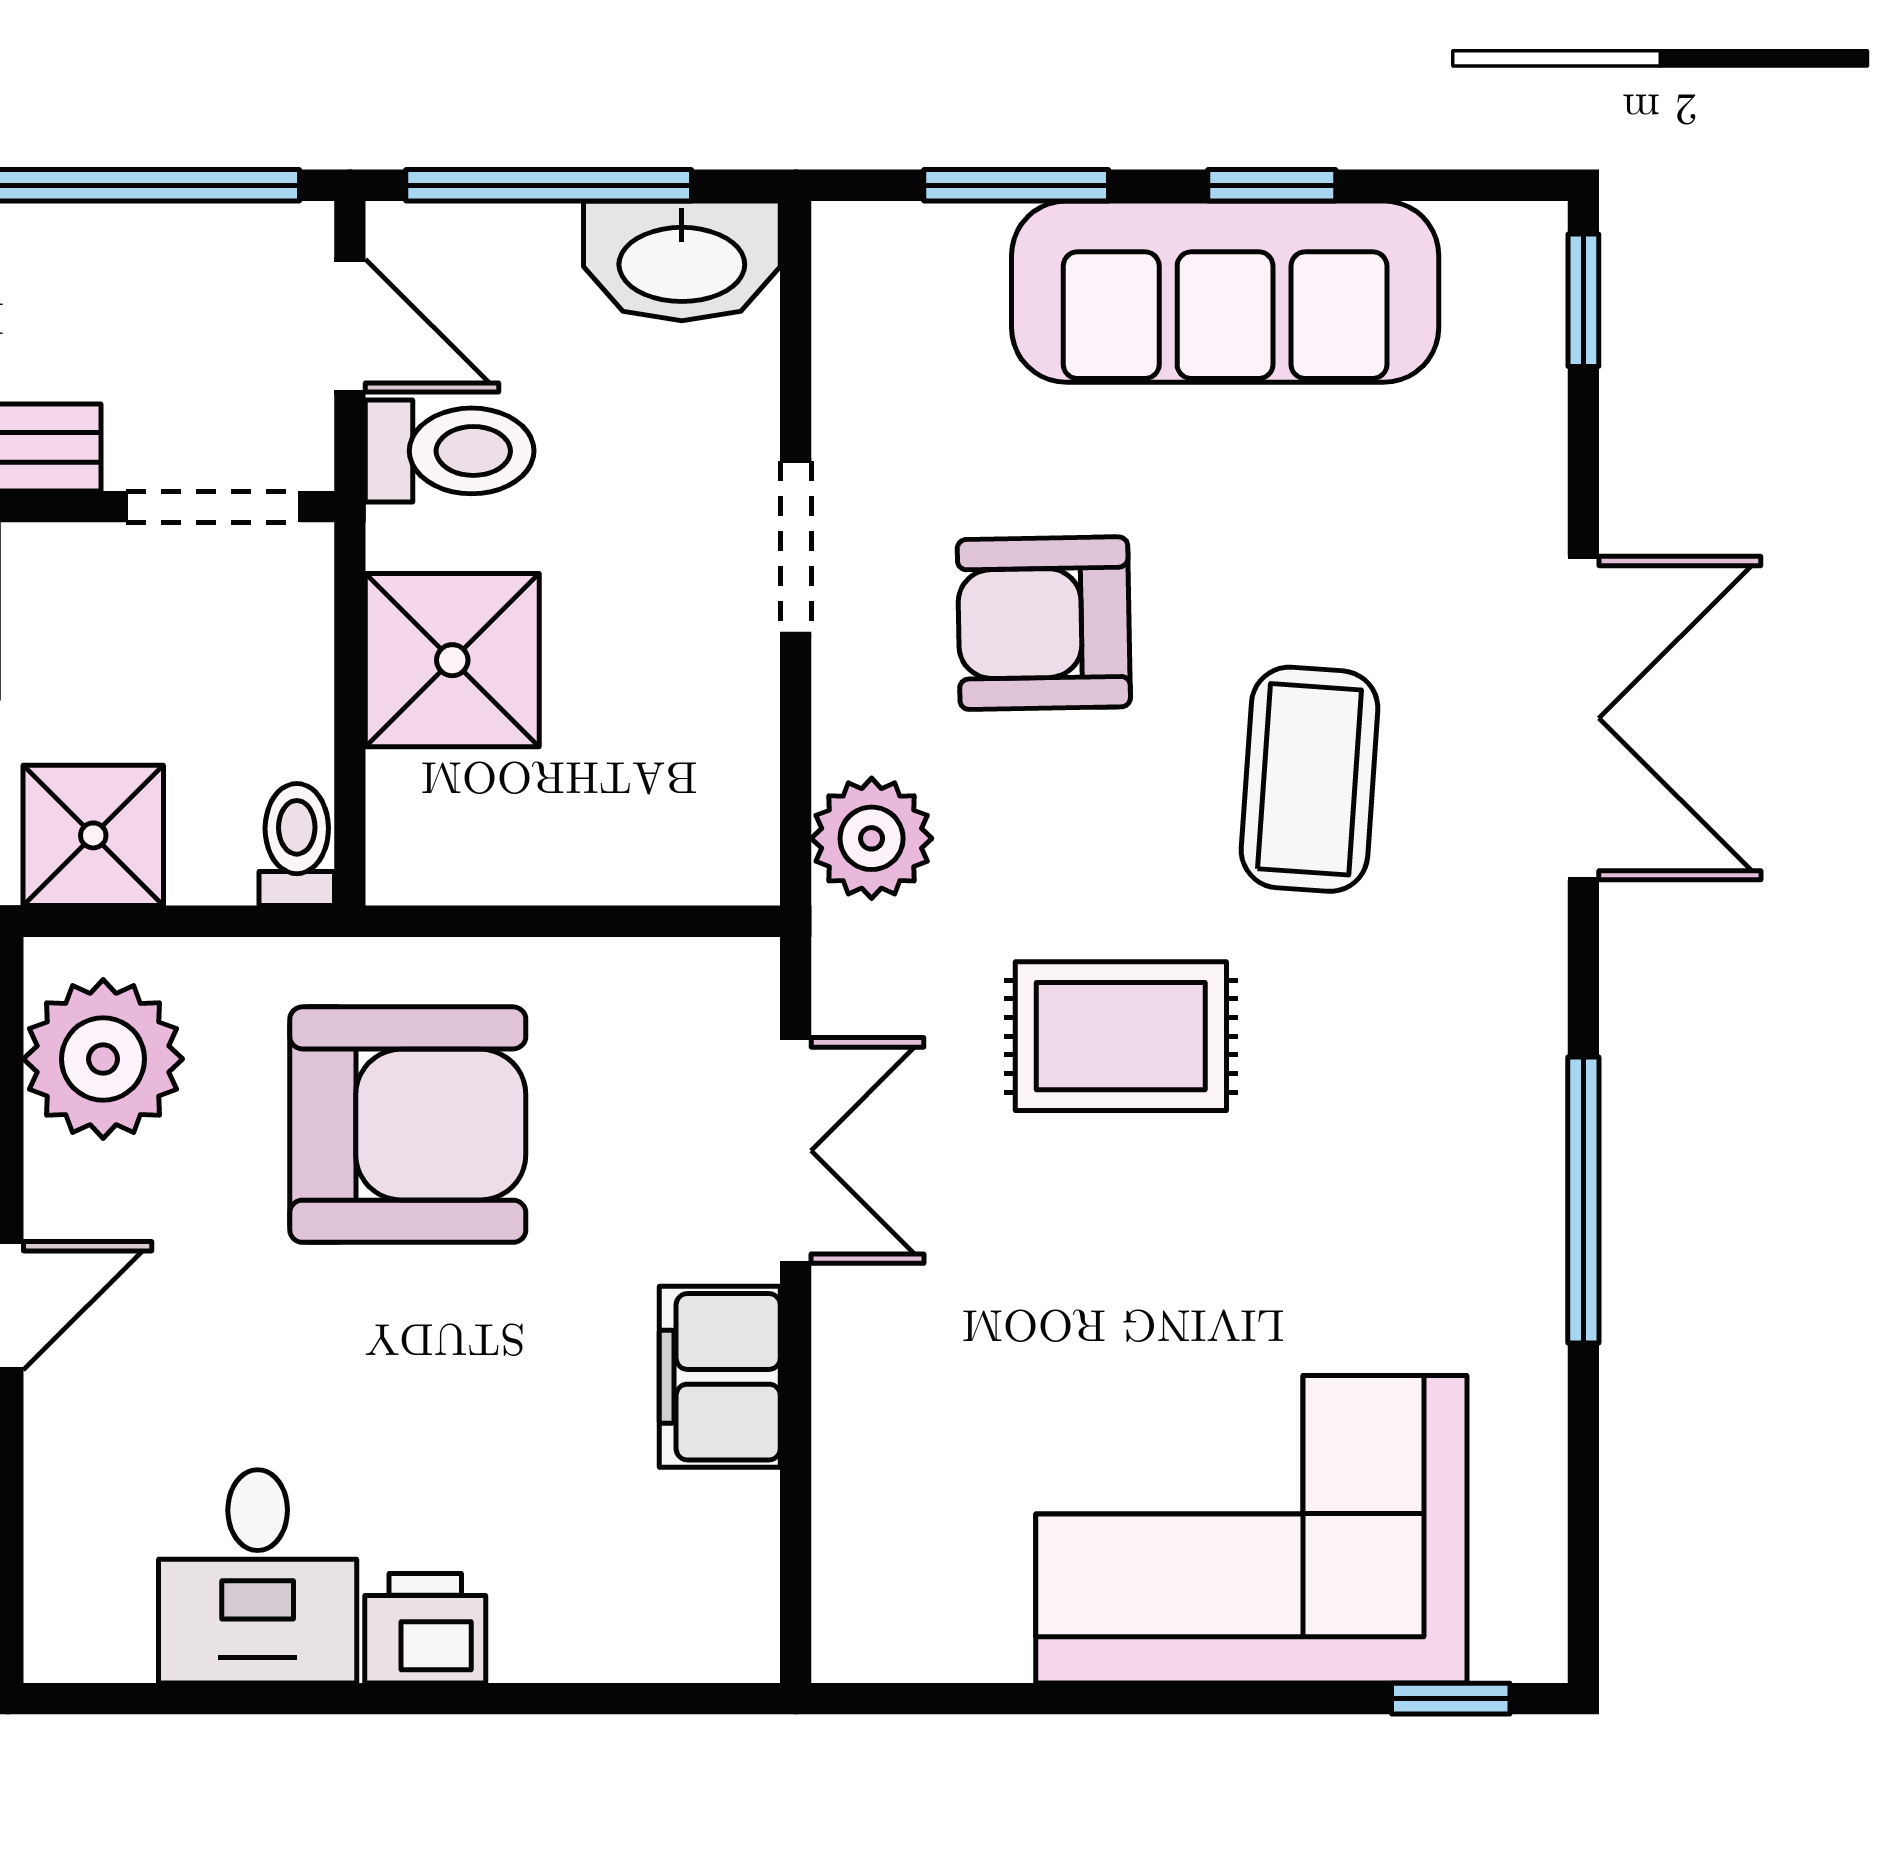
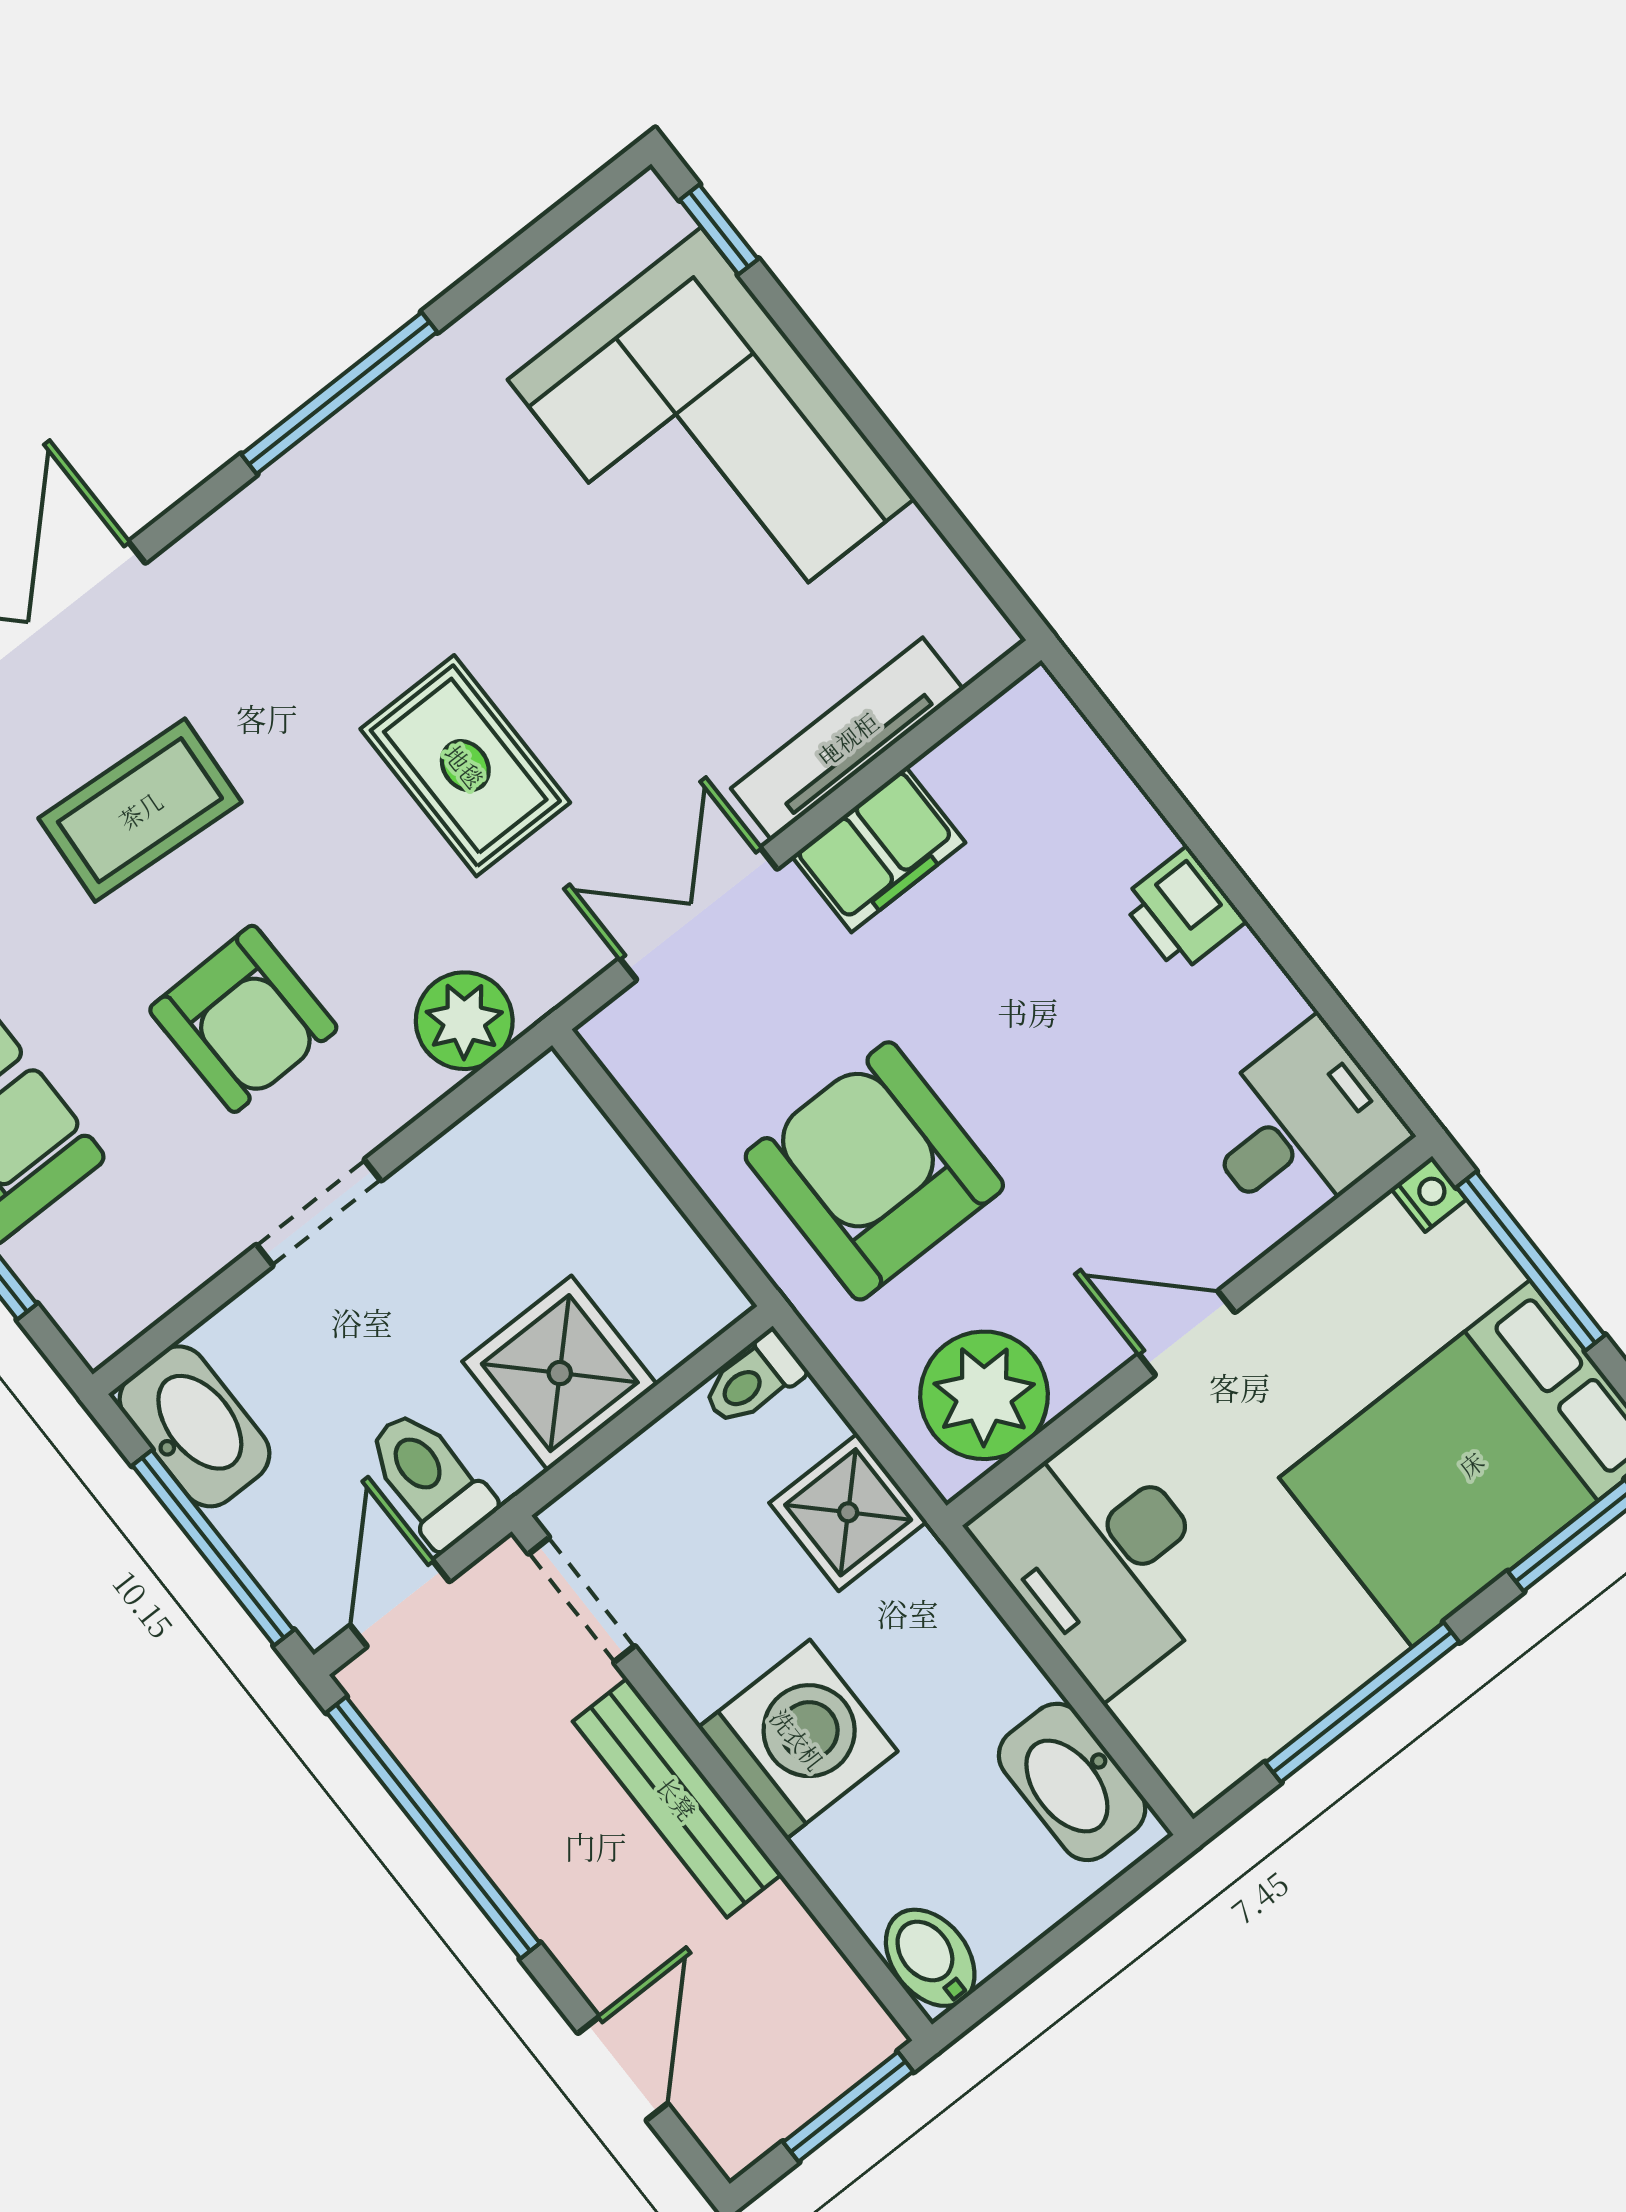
coffee table: (1310, 779) -> (140, 810), moved
tv unit: (852, 1431) -> (847, 739), added
desk: (258, 1576) -> (1300, 1127), moved

